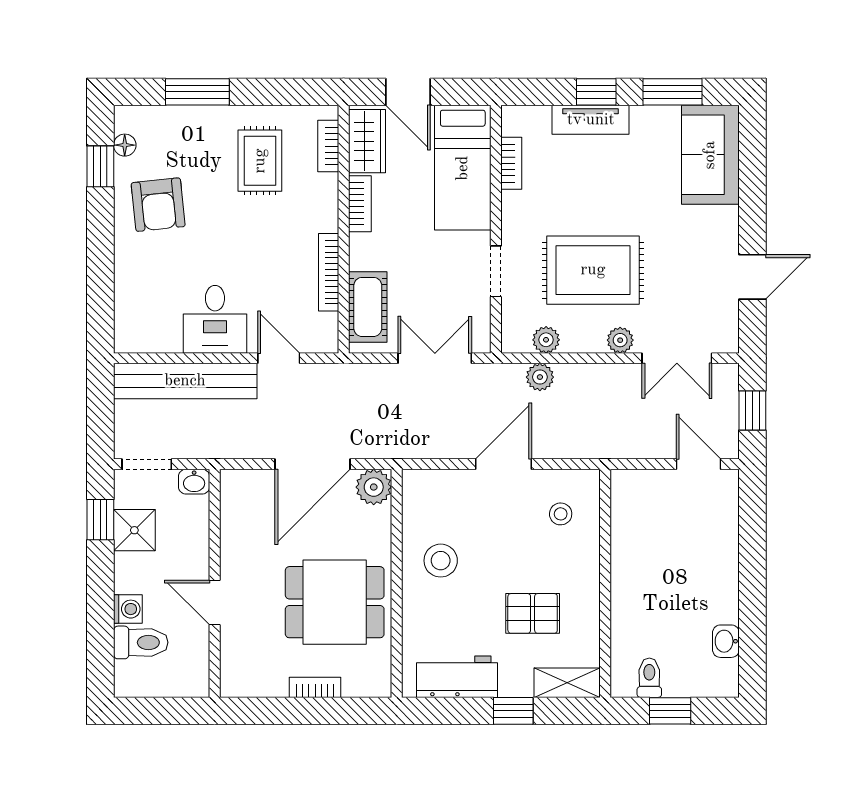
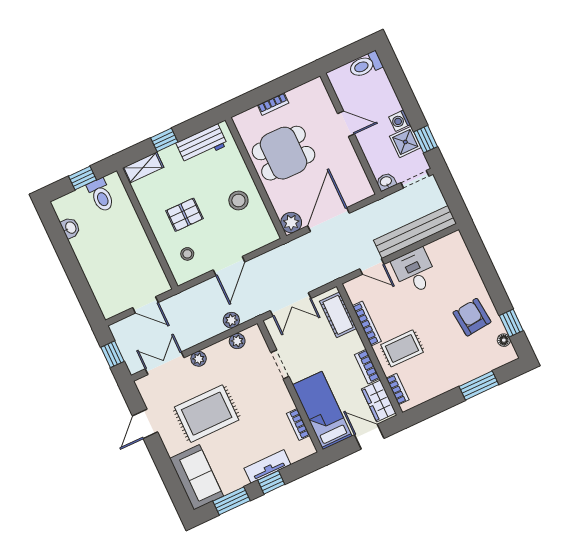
rug: (260, 161) -> (402, 348), moved, turned 90
rug: (593, 270) -> (207, 414), moved
door: (699, 464) -> (145, 305), moved
washing machine: (128, 609) -> (400, 121), moved
pallet: (533, 613) -> (185, 215), moved
toilet: (141, 642) -> (365, 65), moved
toilet: (649, 678) -> (101, 195), width x1.37, depth x1.39

